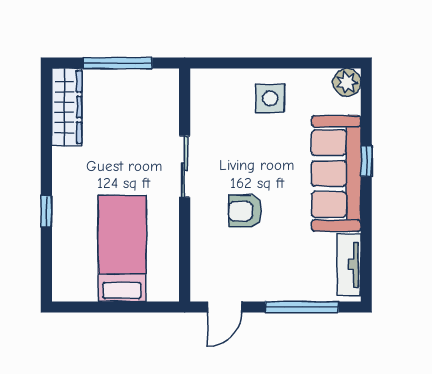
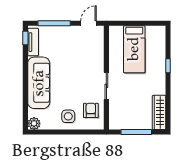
window: (366, 161) -> (25, 38), moved
armchair: (245, 211) -> (91, 110), moved, turned -90

